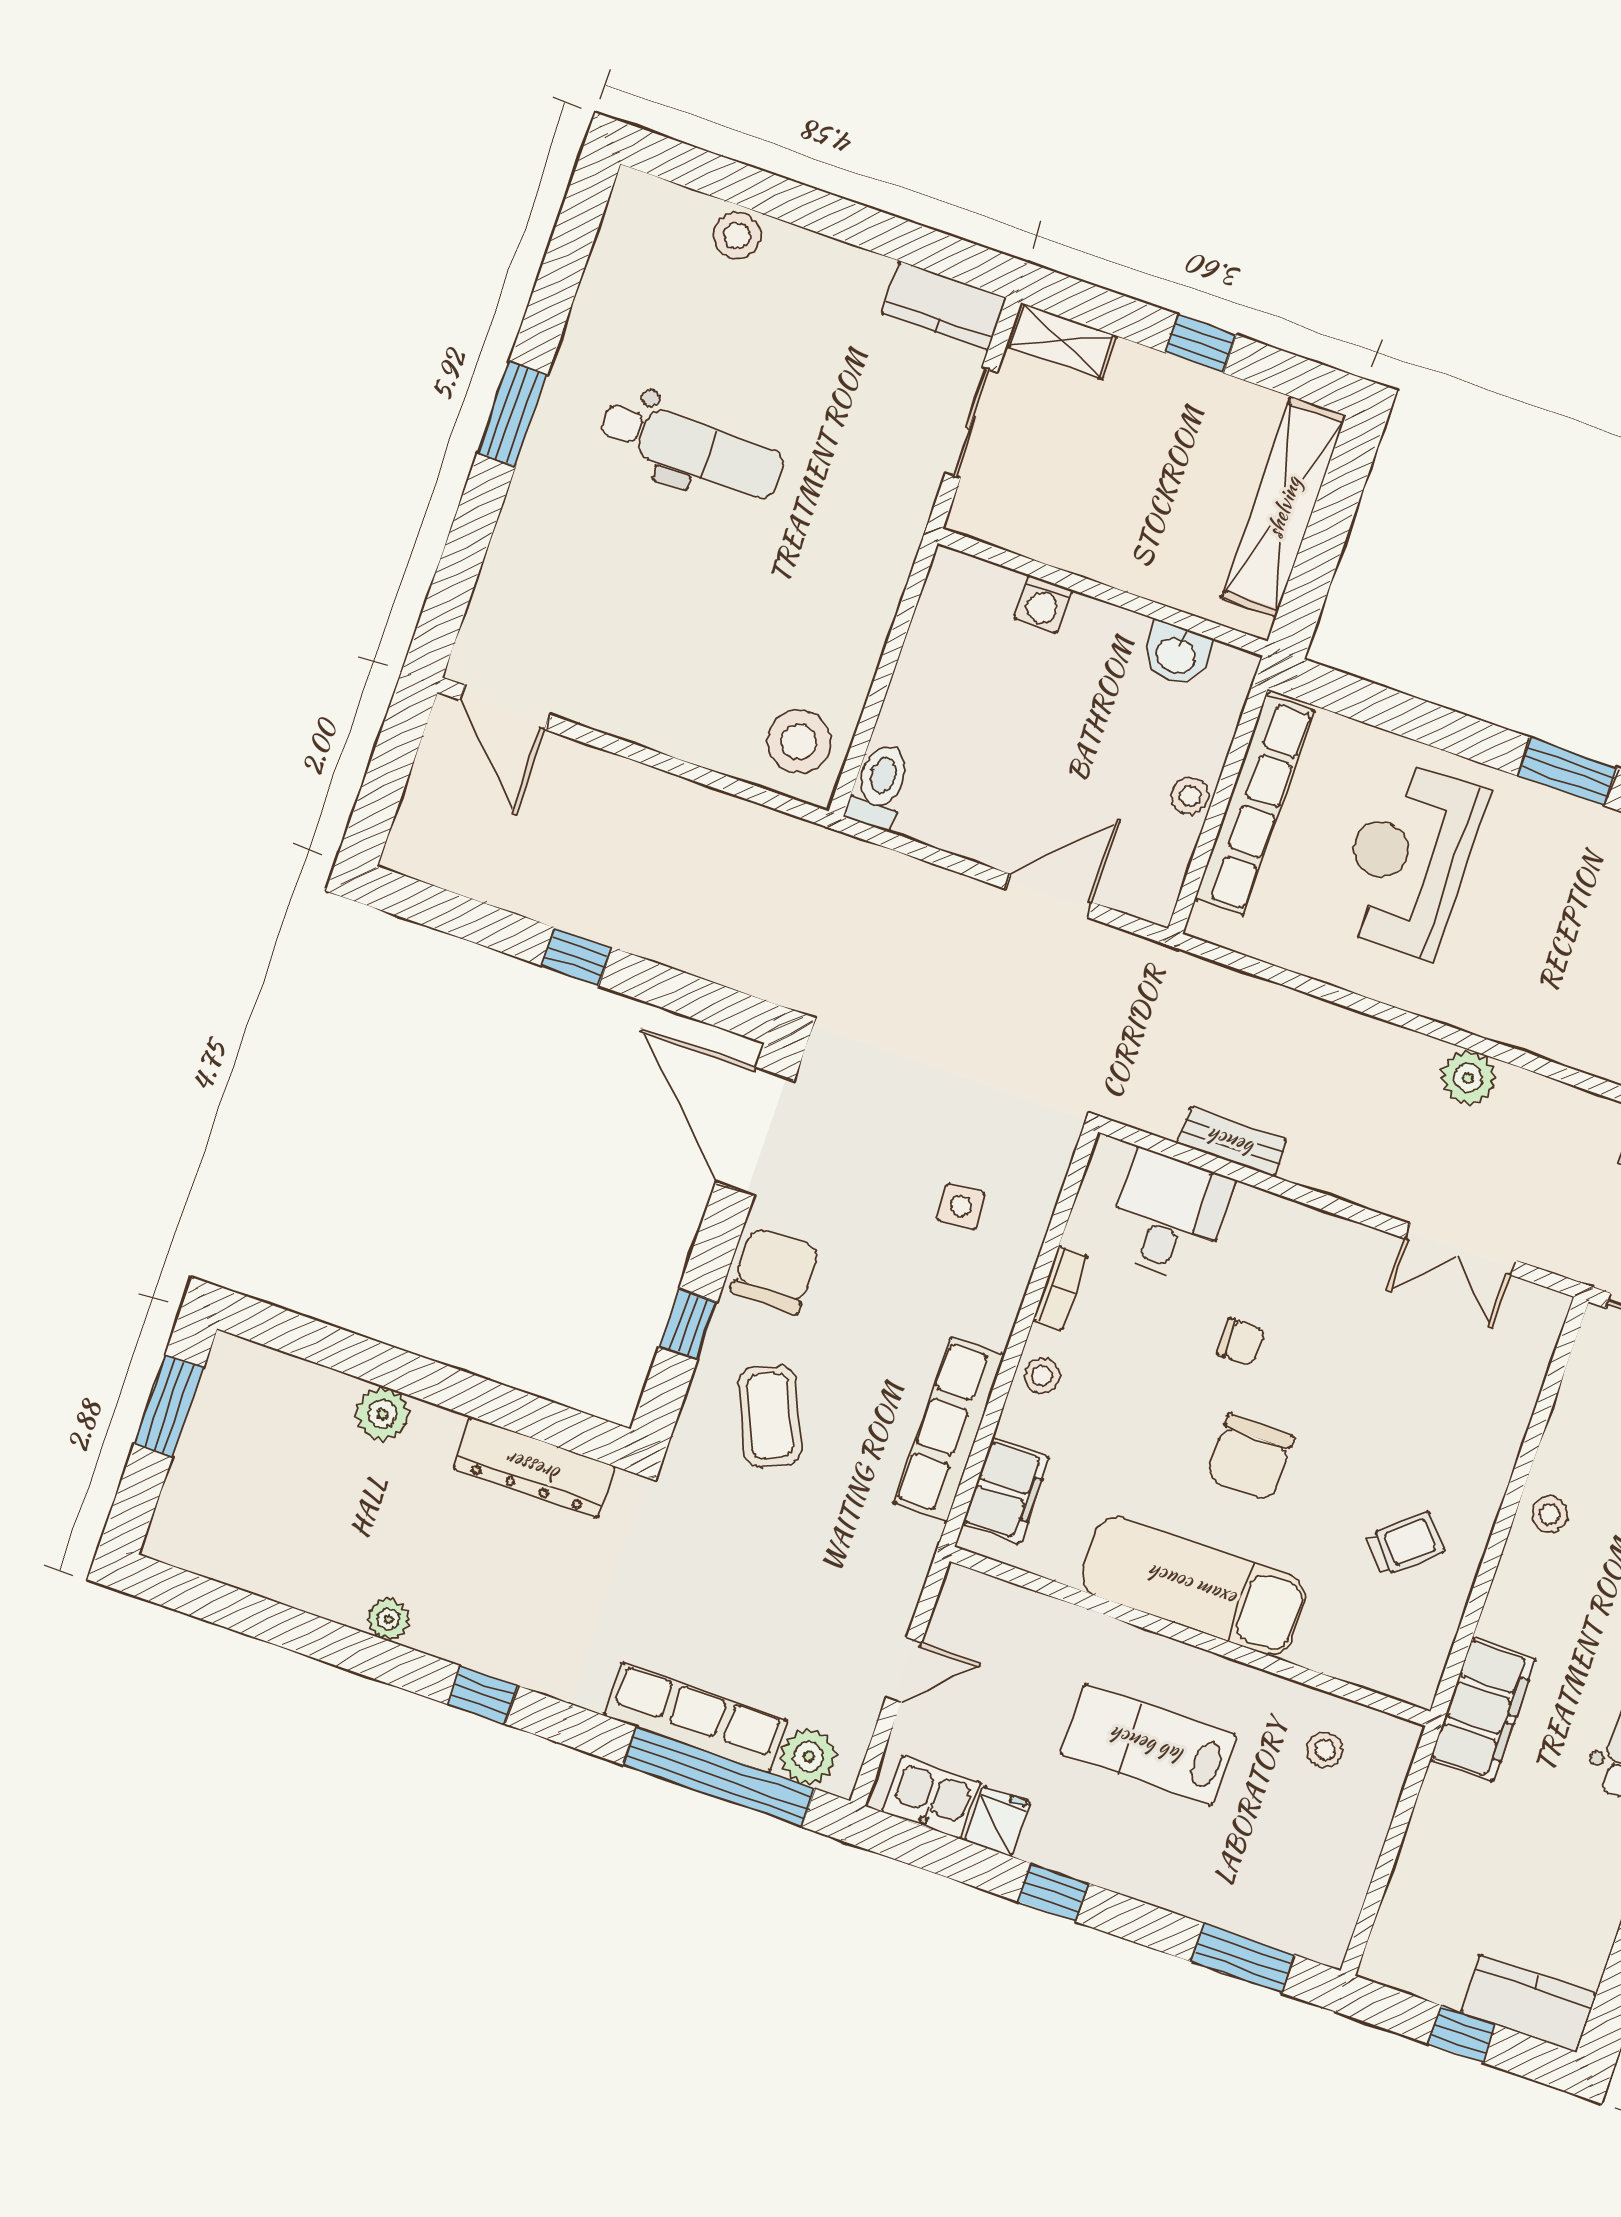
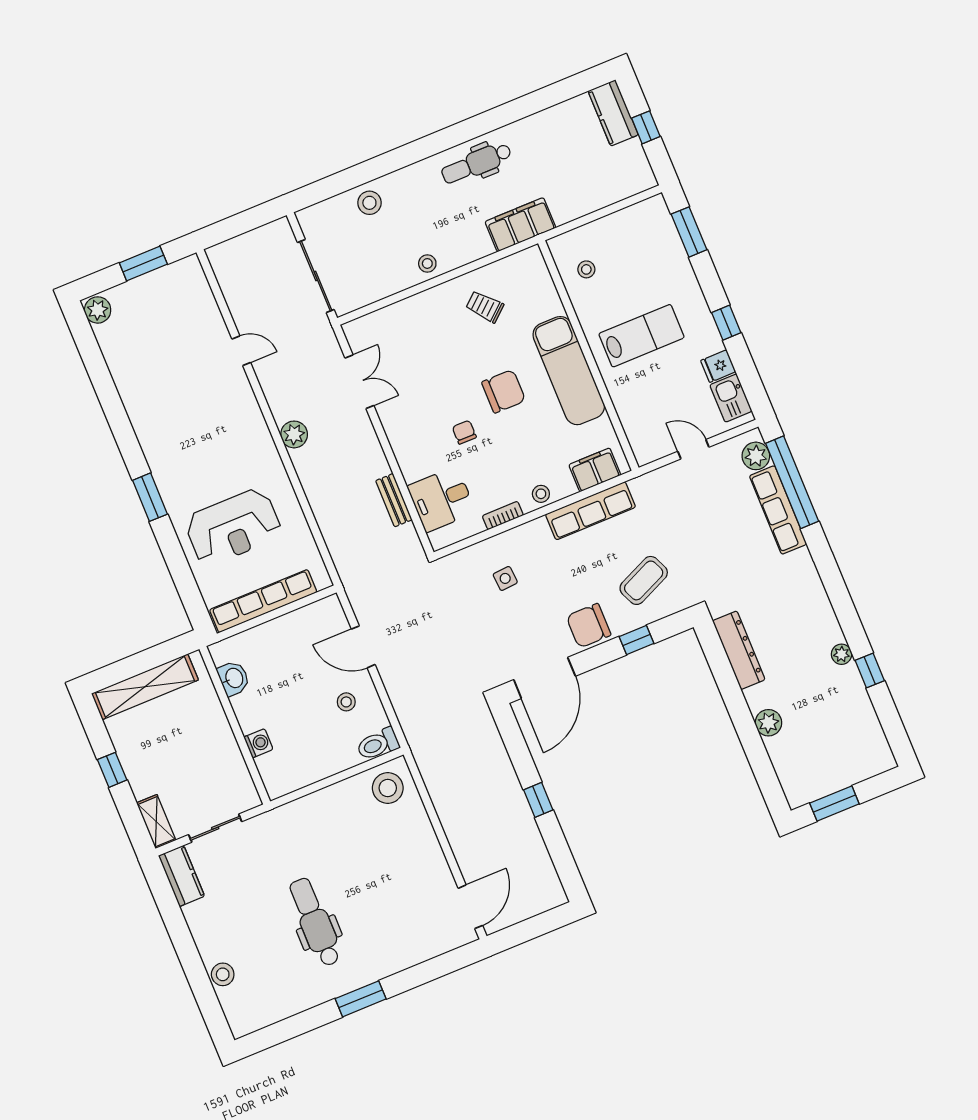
stool: (1190, 796) -> (346, 702), moved
window: (483, 1695) -> (870, 671), moved
lab bench: (1148, 1745) -> (641, 336), turned -90

